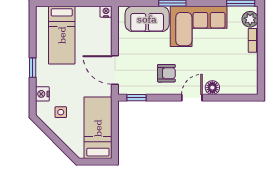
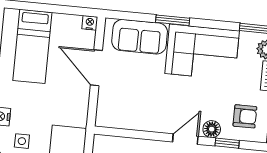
door: (115, 70) -> (96, 68), moved
armchair: (166, 73) -> (245, 116), moved
window: (136, 98) -> (227, 143), moved

